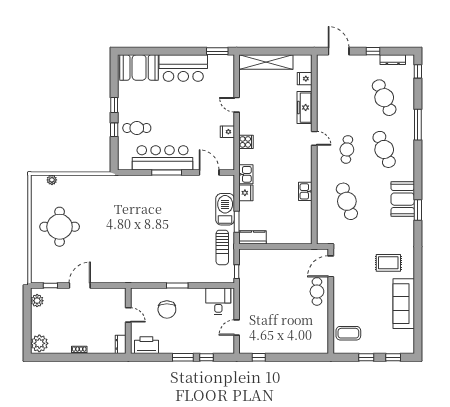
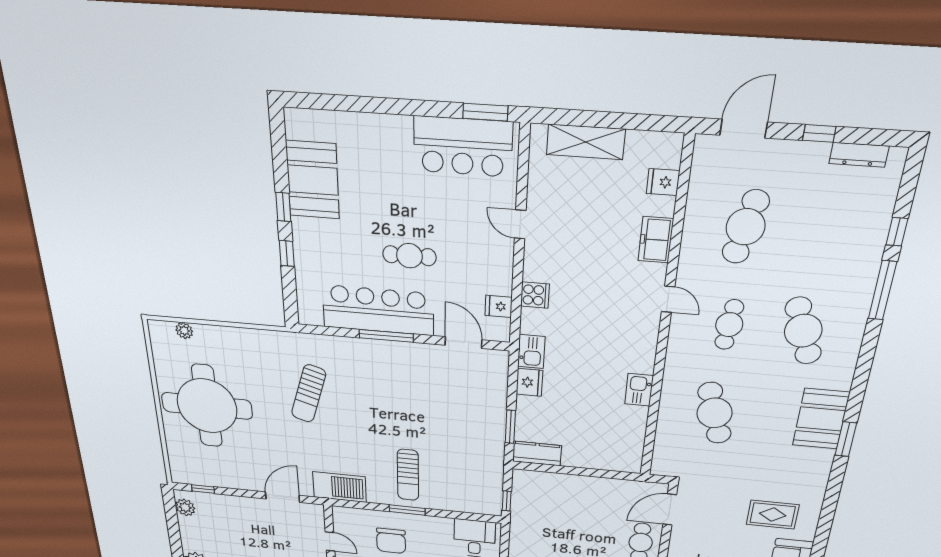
door: (339, 51) -> (744, 129), hinge flipped
shelving: (266, 62) -> (586, 142), width x0.68
booth: (139, 68) -> (313, 180), moved, turned 90
bar counter: (183, 68) -> (463, 147), moved
window: (418, 71) -> (897, 232), moved
cafe table: (384, 98) -> (746, 227), moved, turned 36
freezer: (305, 108) -> (656, 240), width x0.71
cafe table: (137, 128) -> (409, 256), moved
fridge: (227, 132) -> (499, 306), moved
barbecue: (225, 209) -> (340, 487), moved, turned 90
sun lounger: (121, 212) -> (309, 394), added
round table: (60, 227) -> (207, 406), width x1.36, depth x1.36
sun lounger: (222, 247) -> (408, 475), moved
door: (80, 285) -> (282, 497), moved

